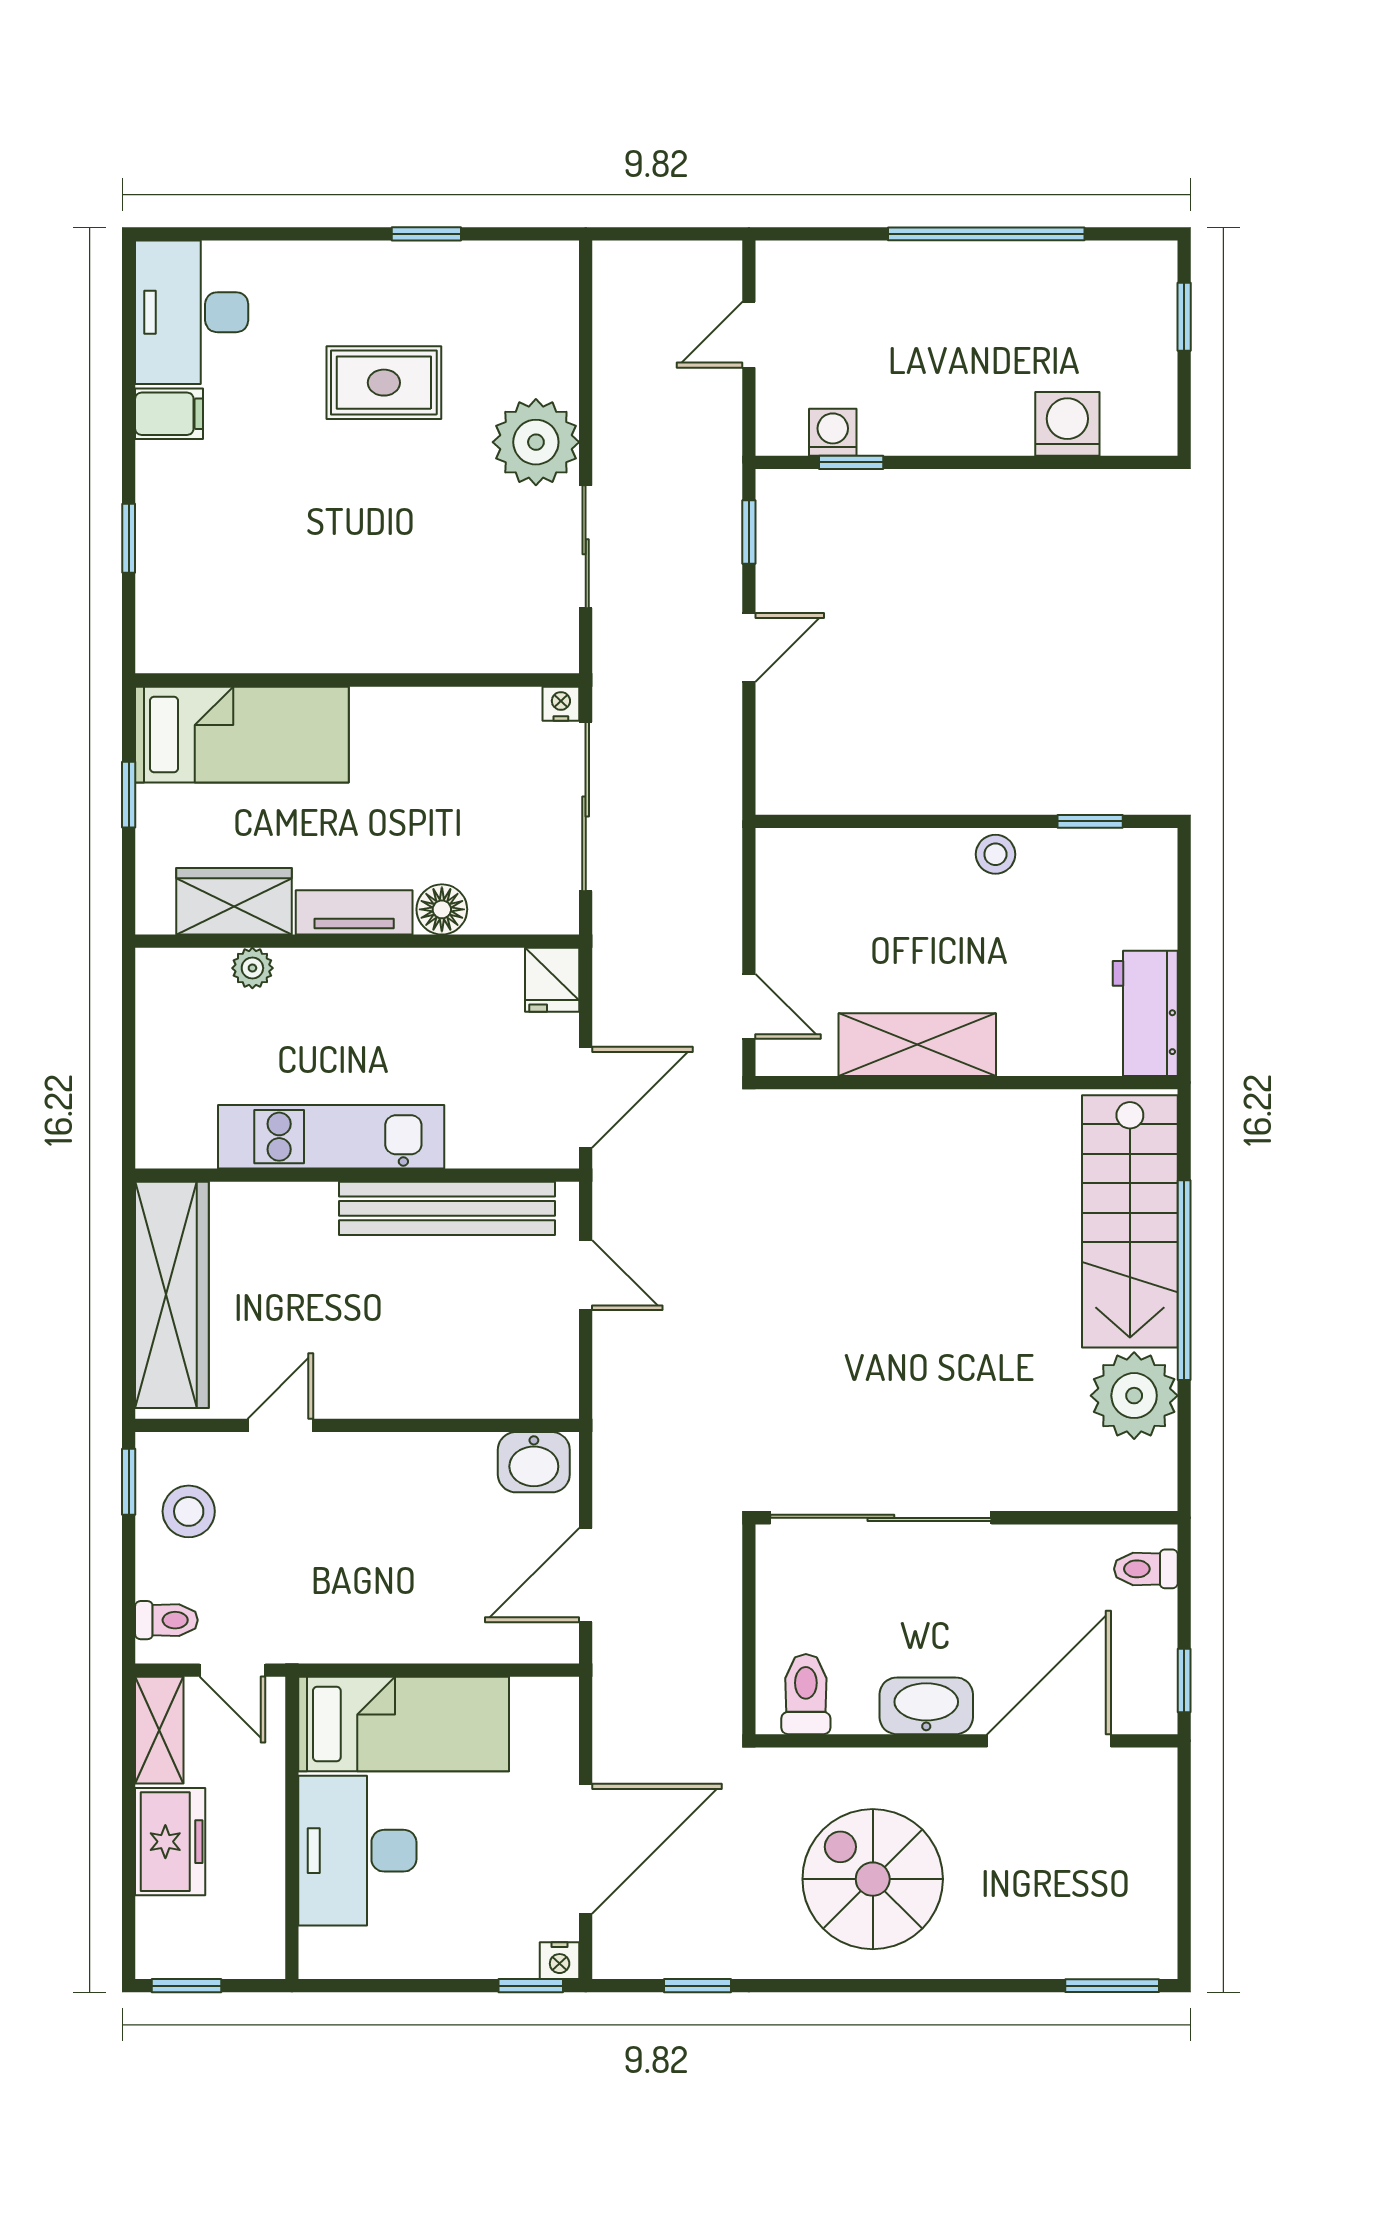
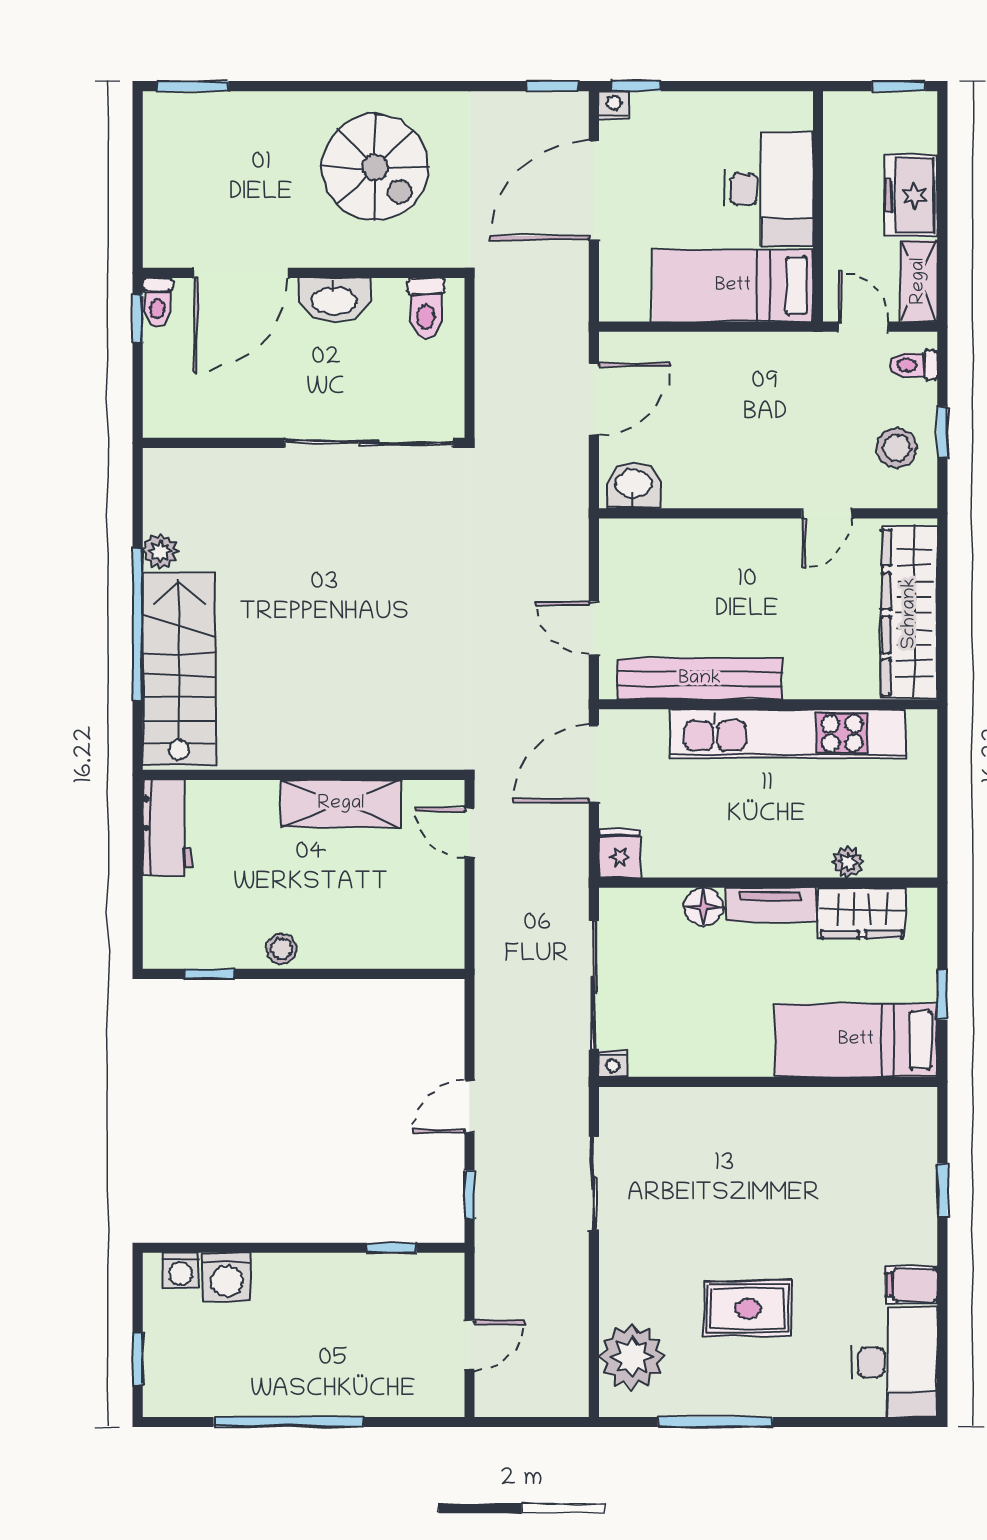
window: (426, 234) -> (715, 1422), width x2.17
washing machine: (833, 432) -> (181, 1271), moved
plant: (536, 442) -> (632, 1357), moved
kitchen unit: (331, 1137) -> (788, 734), width x1.36
plant: (1134, 1396) -> (160, 552), width x0.53, depth x0.53
window: (129, 1482) -> (942, 432), moved
toilet: (1146, 1569) -> (157, 302), moved, turned 90
window: (698, 1986) -> (552, 86), moved

